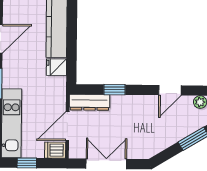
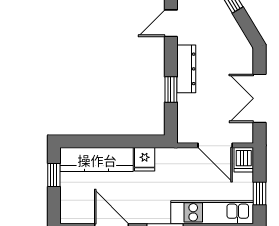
door: (170, 90) -> (171, 23), swing flipped
dresser: (89, 102) -> (186, 69), moved

